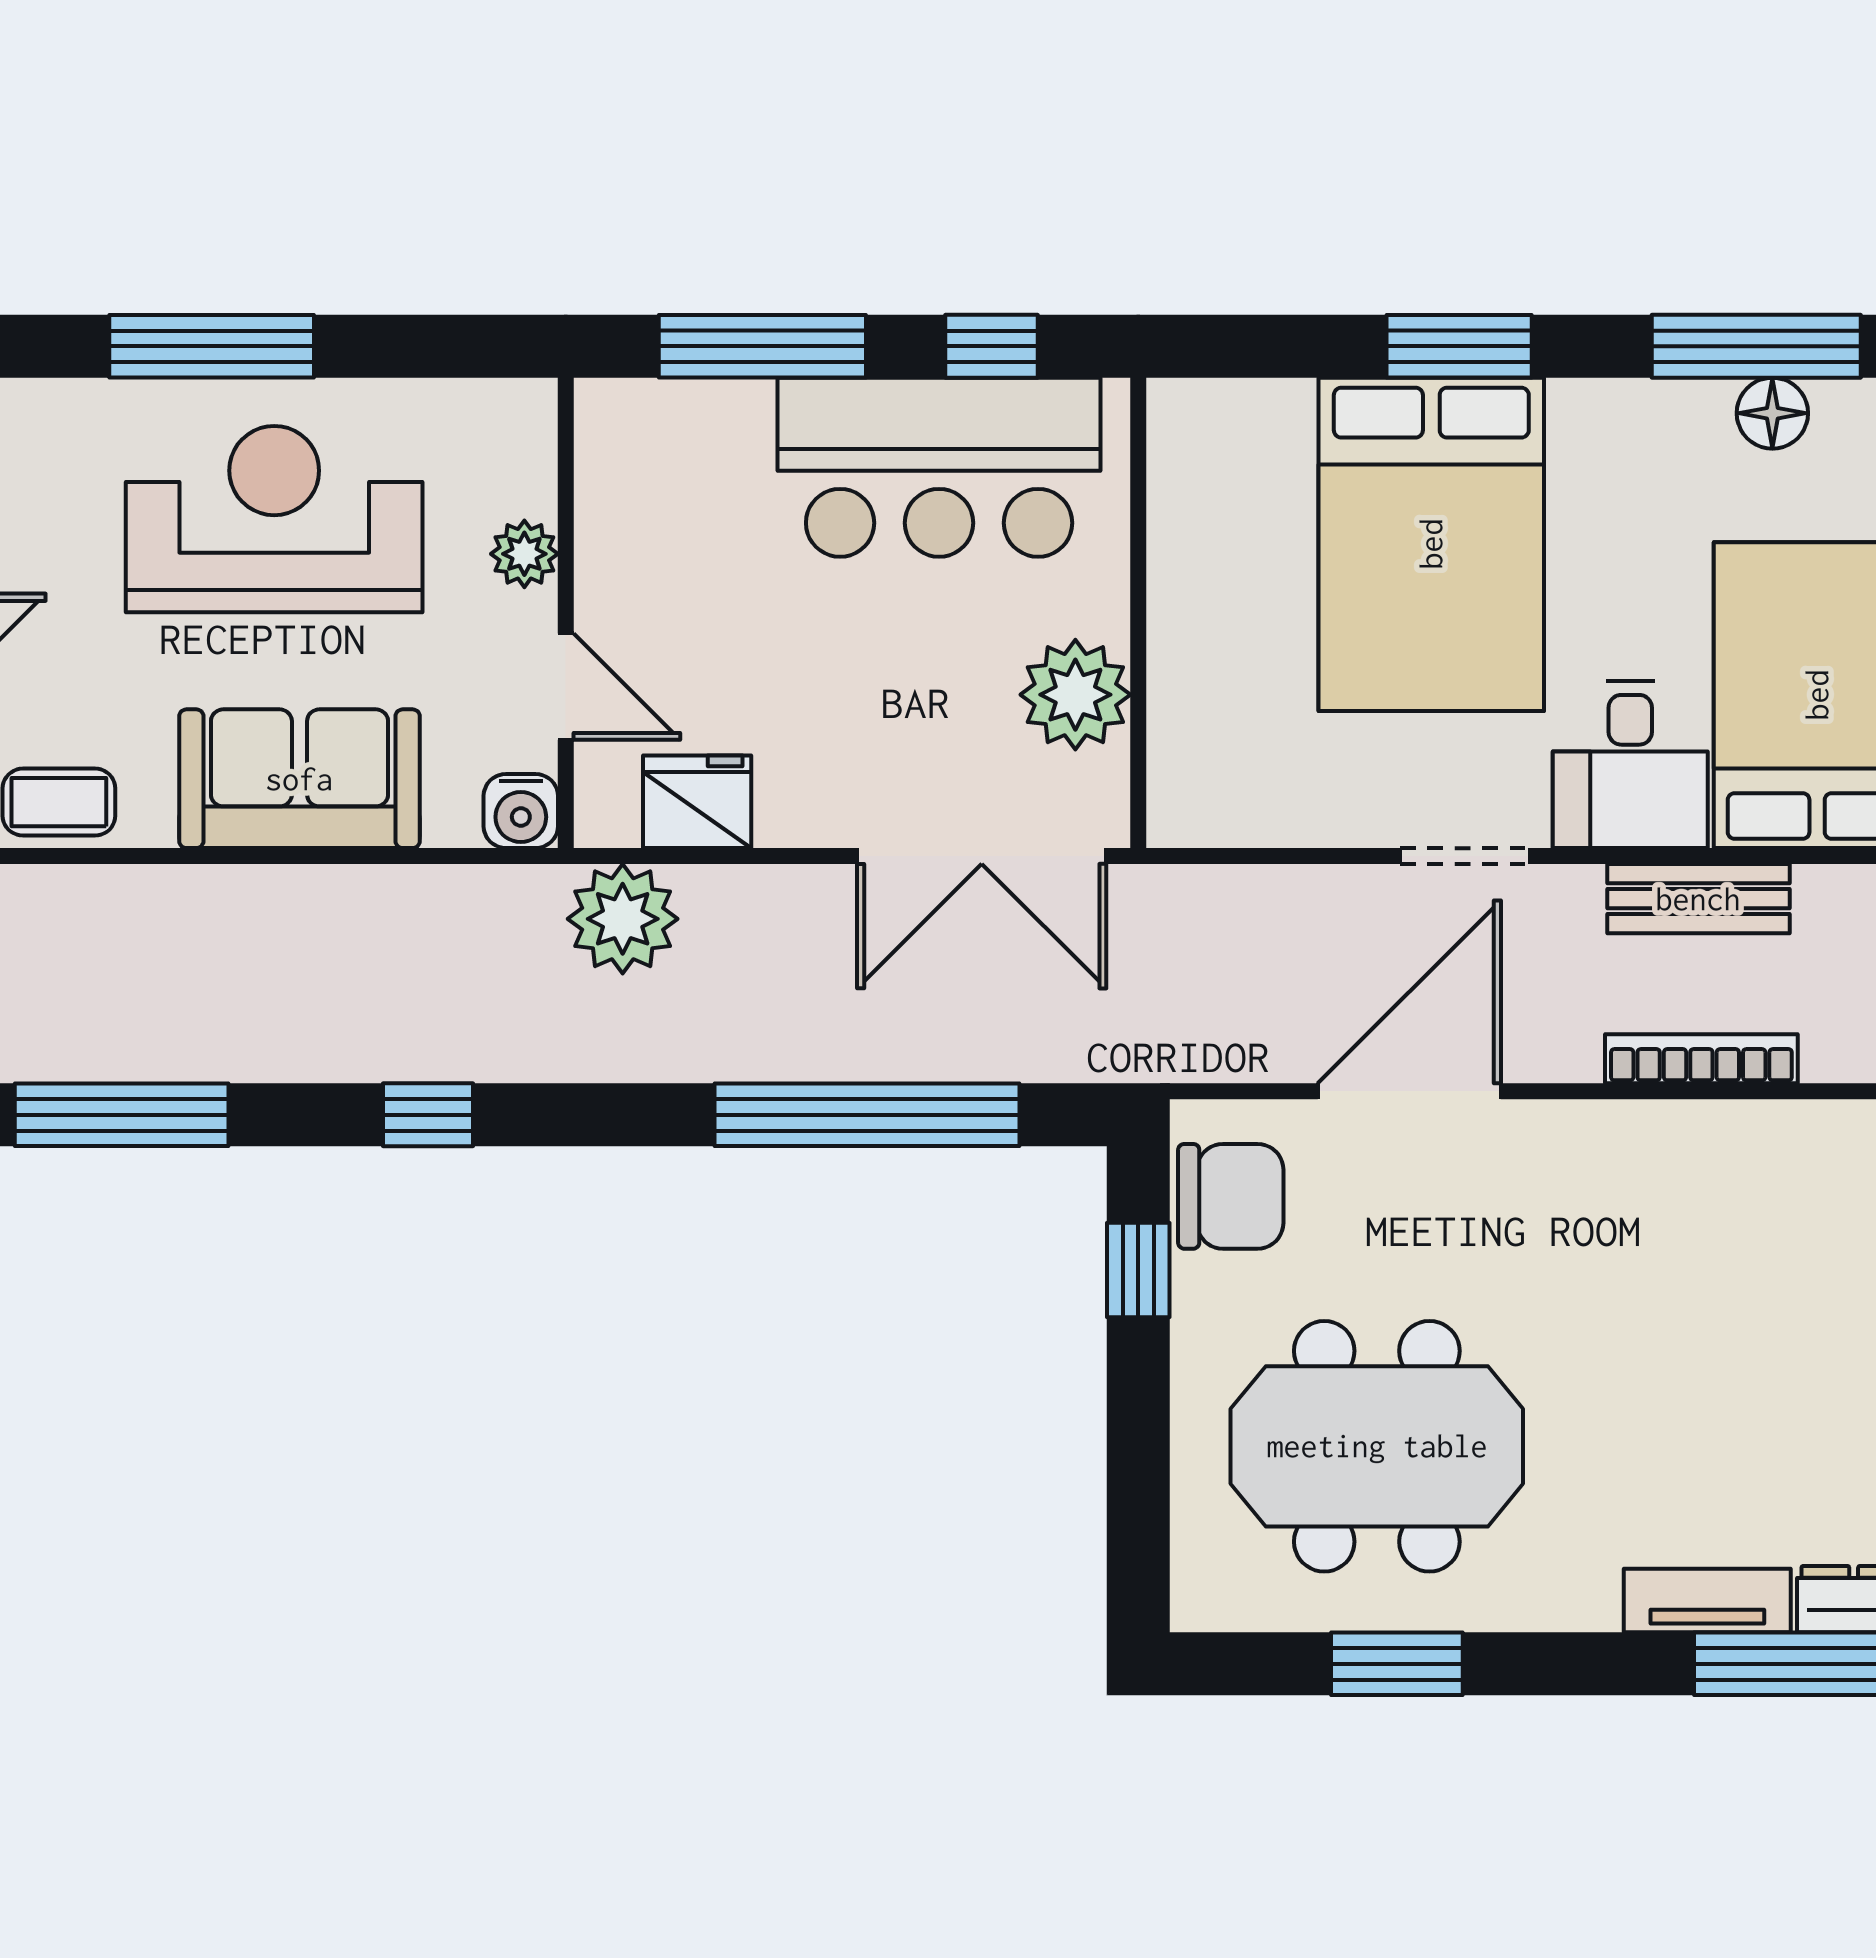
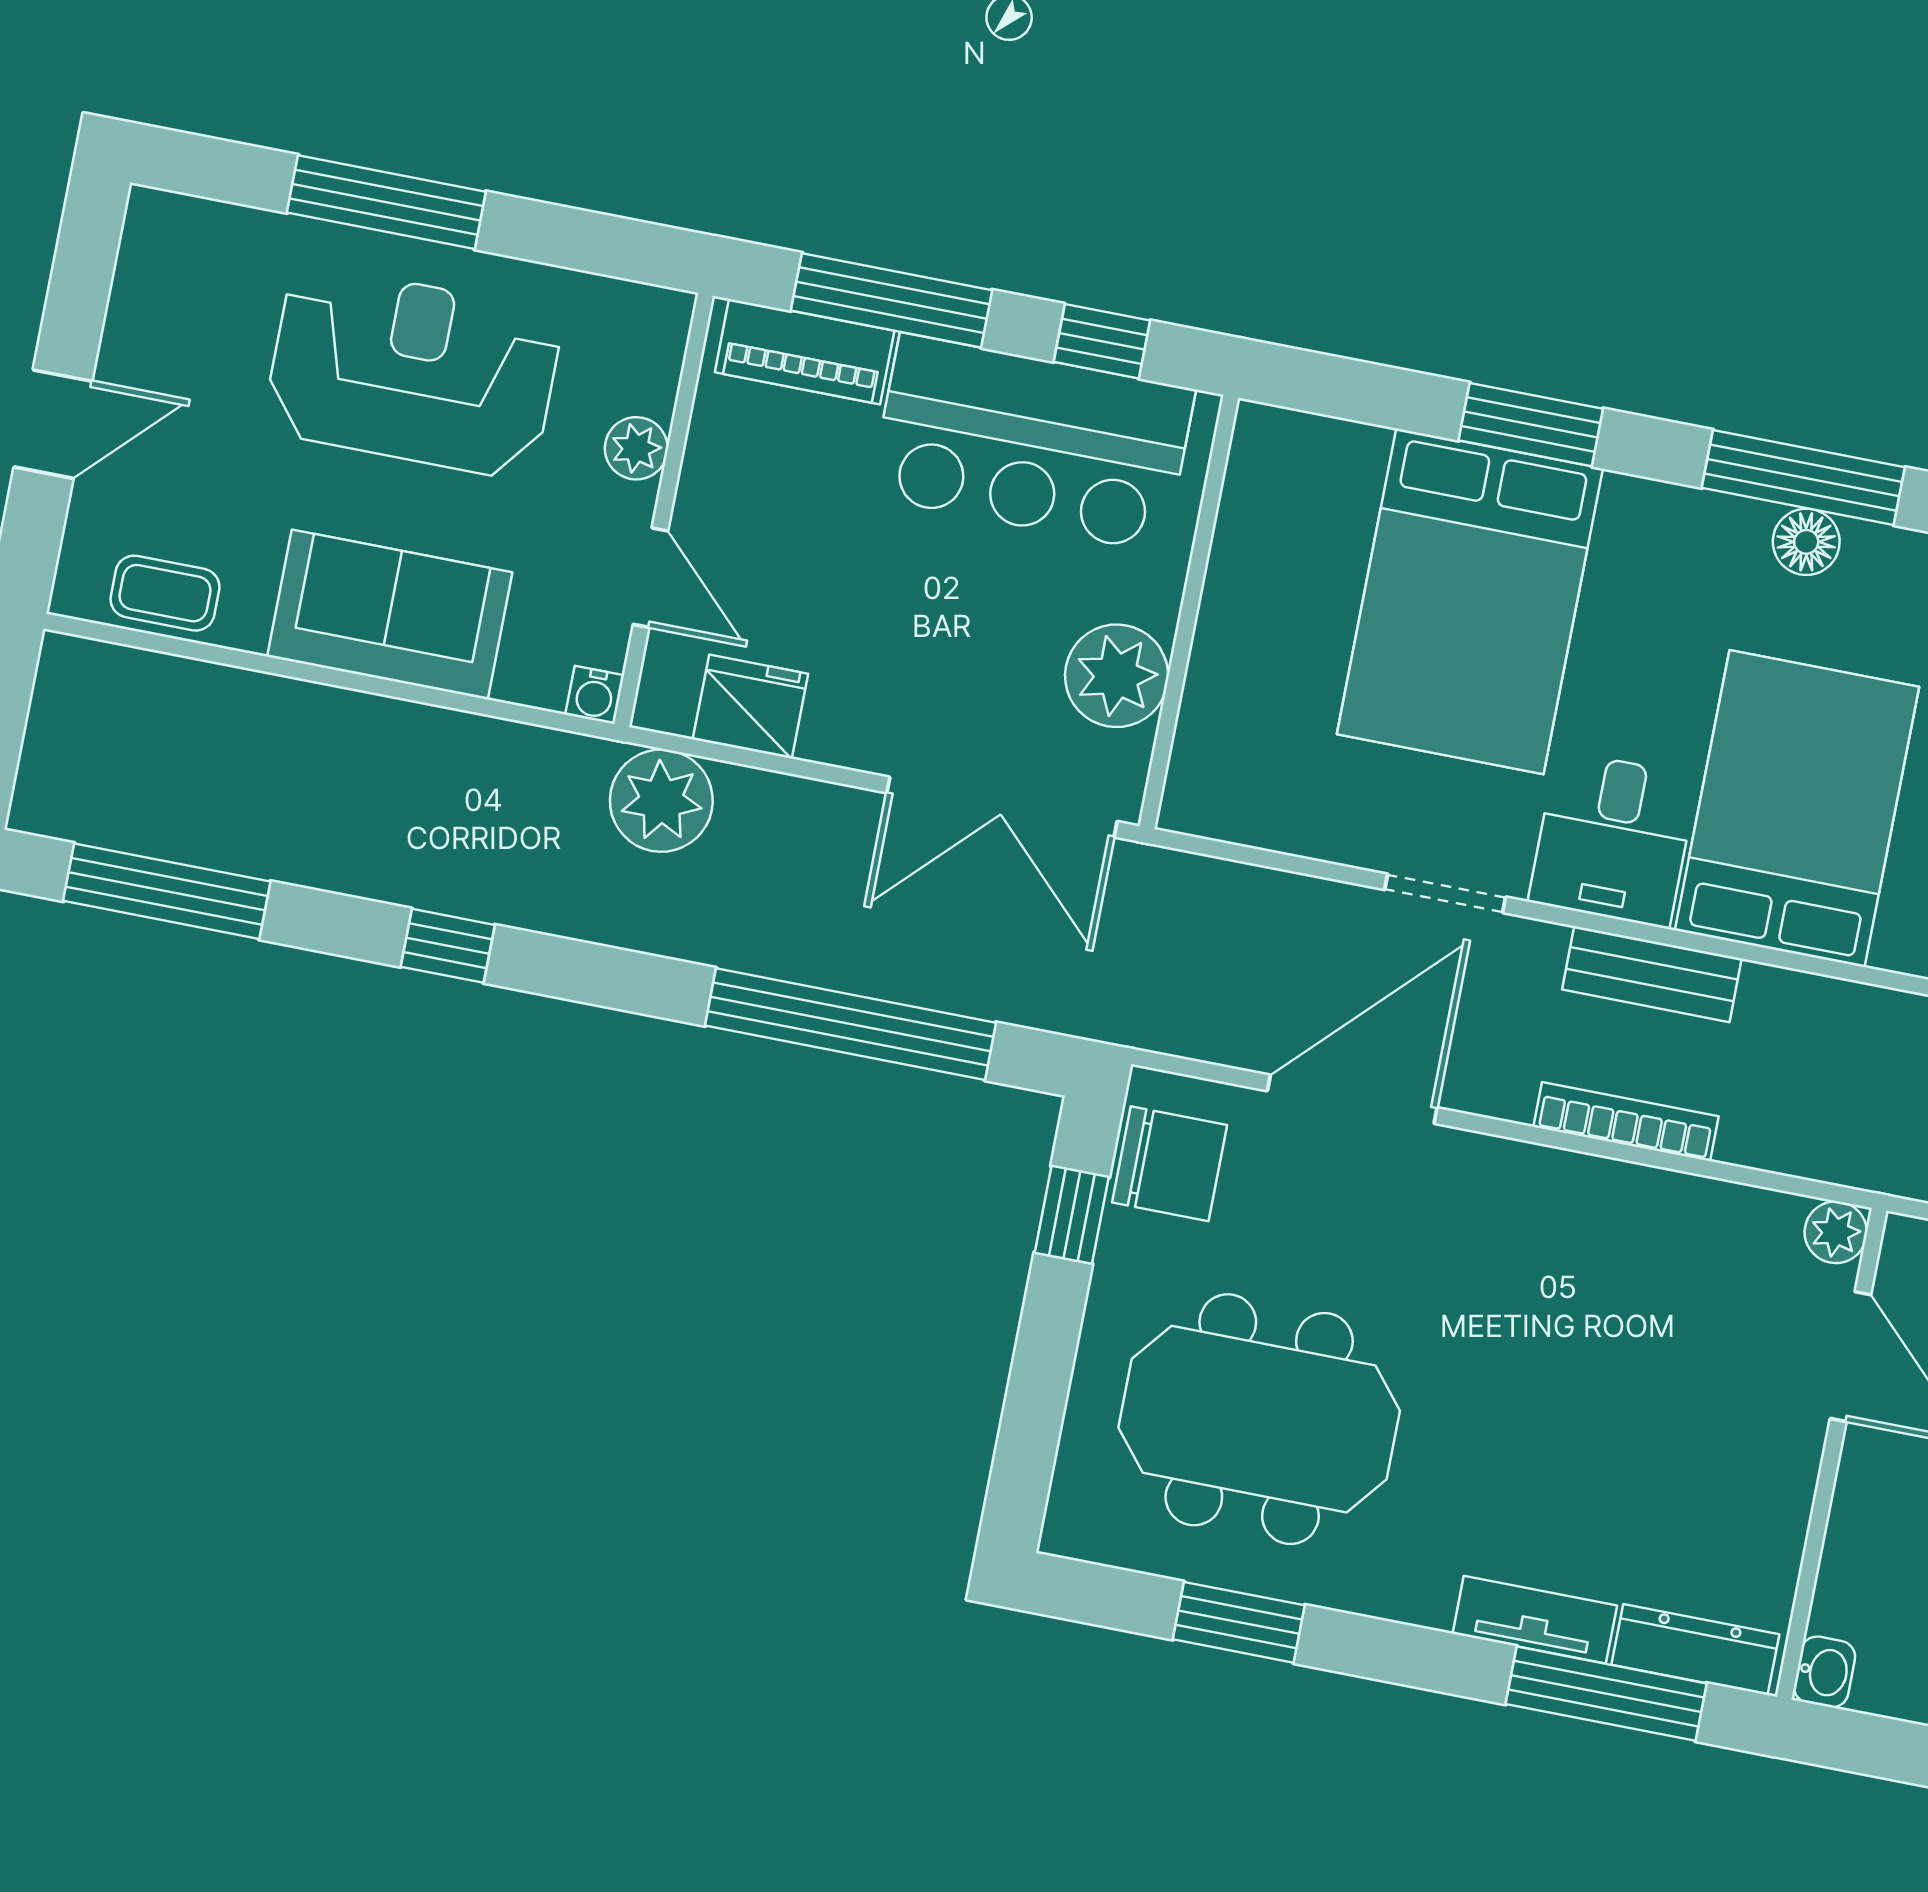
piano: (681, 418) -> (805, 352), added
water cooler: (521, 811) -> (595, 695), width x0.72, depth x0.72

